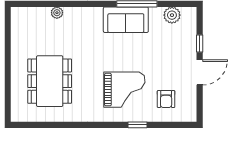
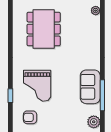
plant: (57, 13) -> (96, 11), moved
dining table: (50, 81) -> (44, 29), turned 90

